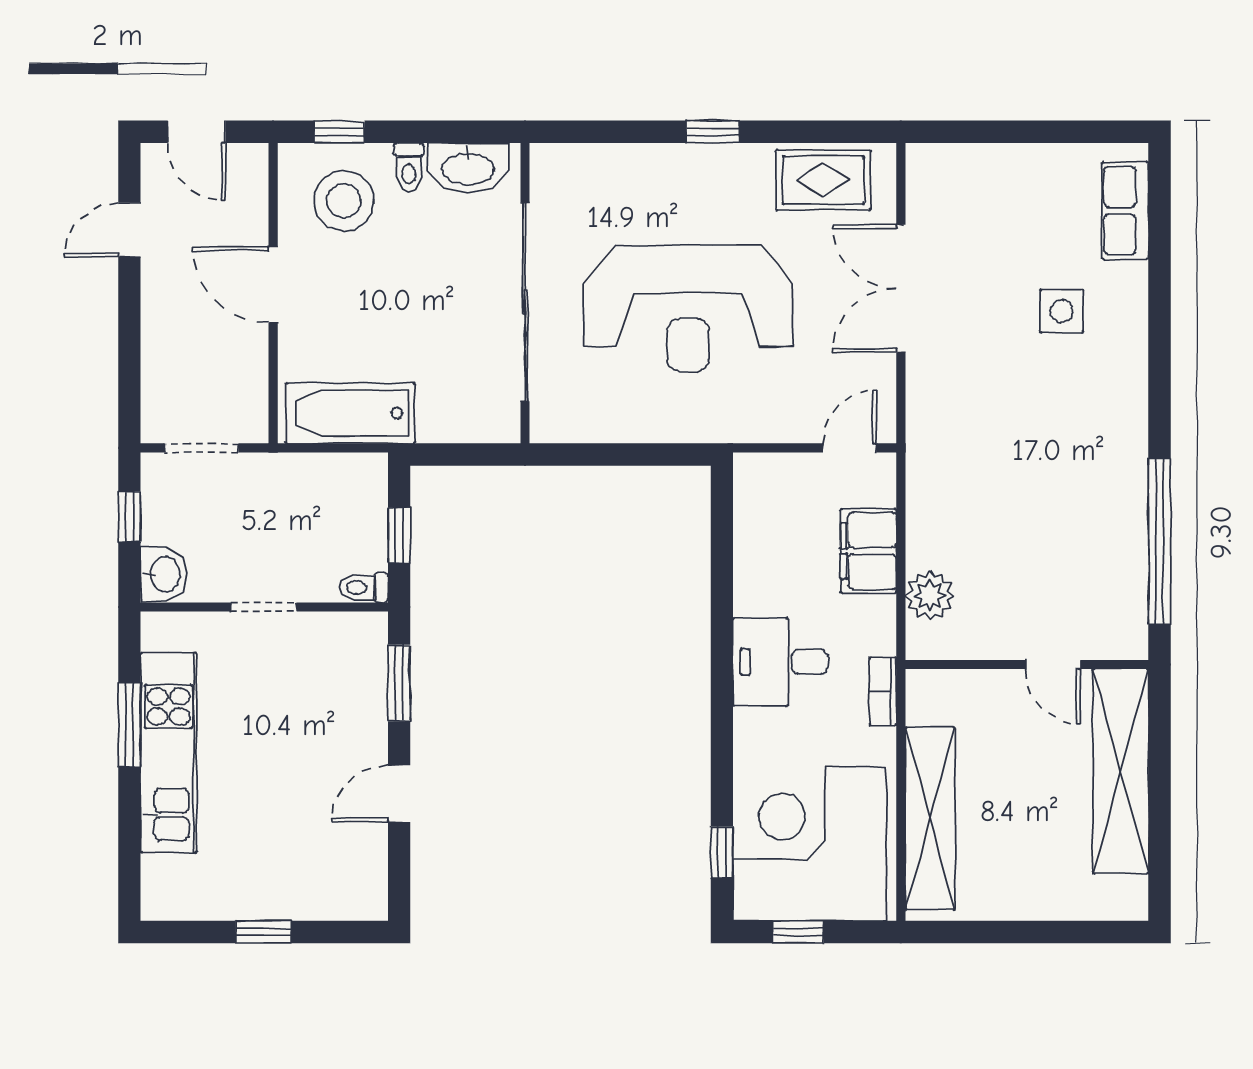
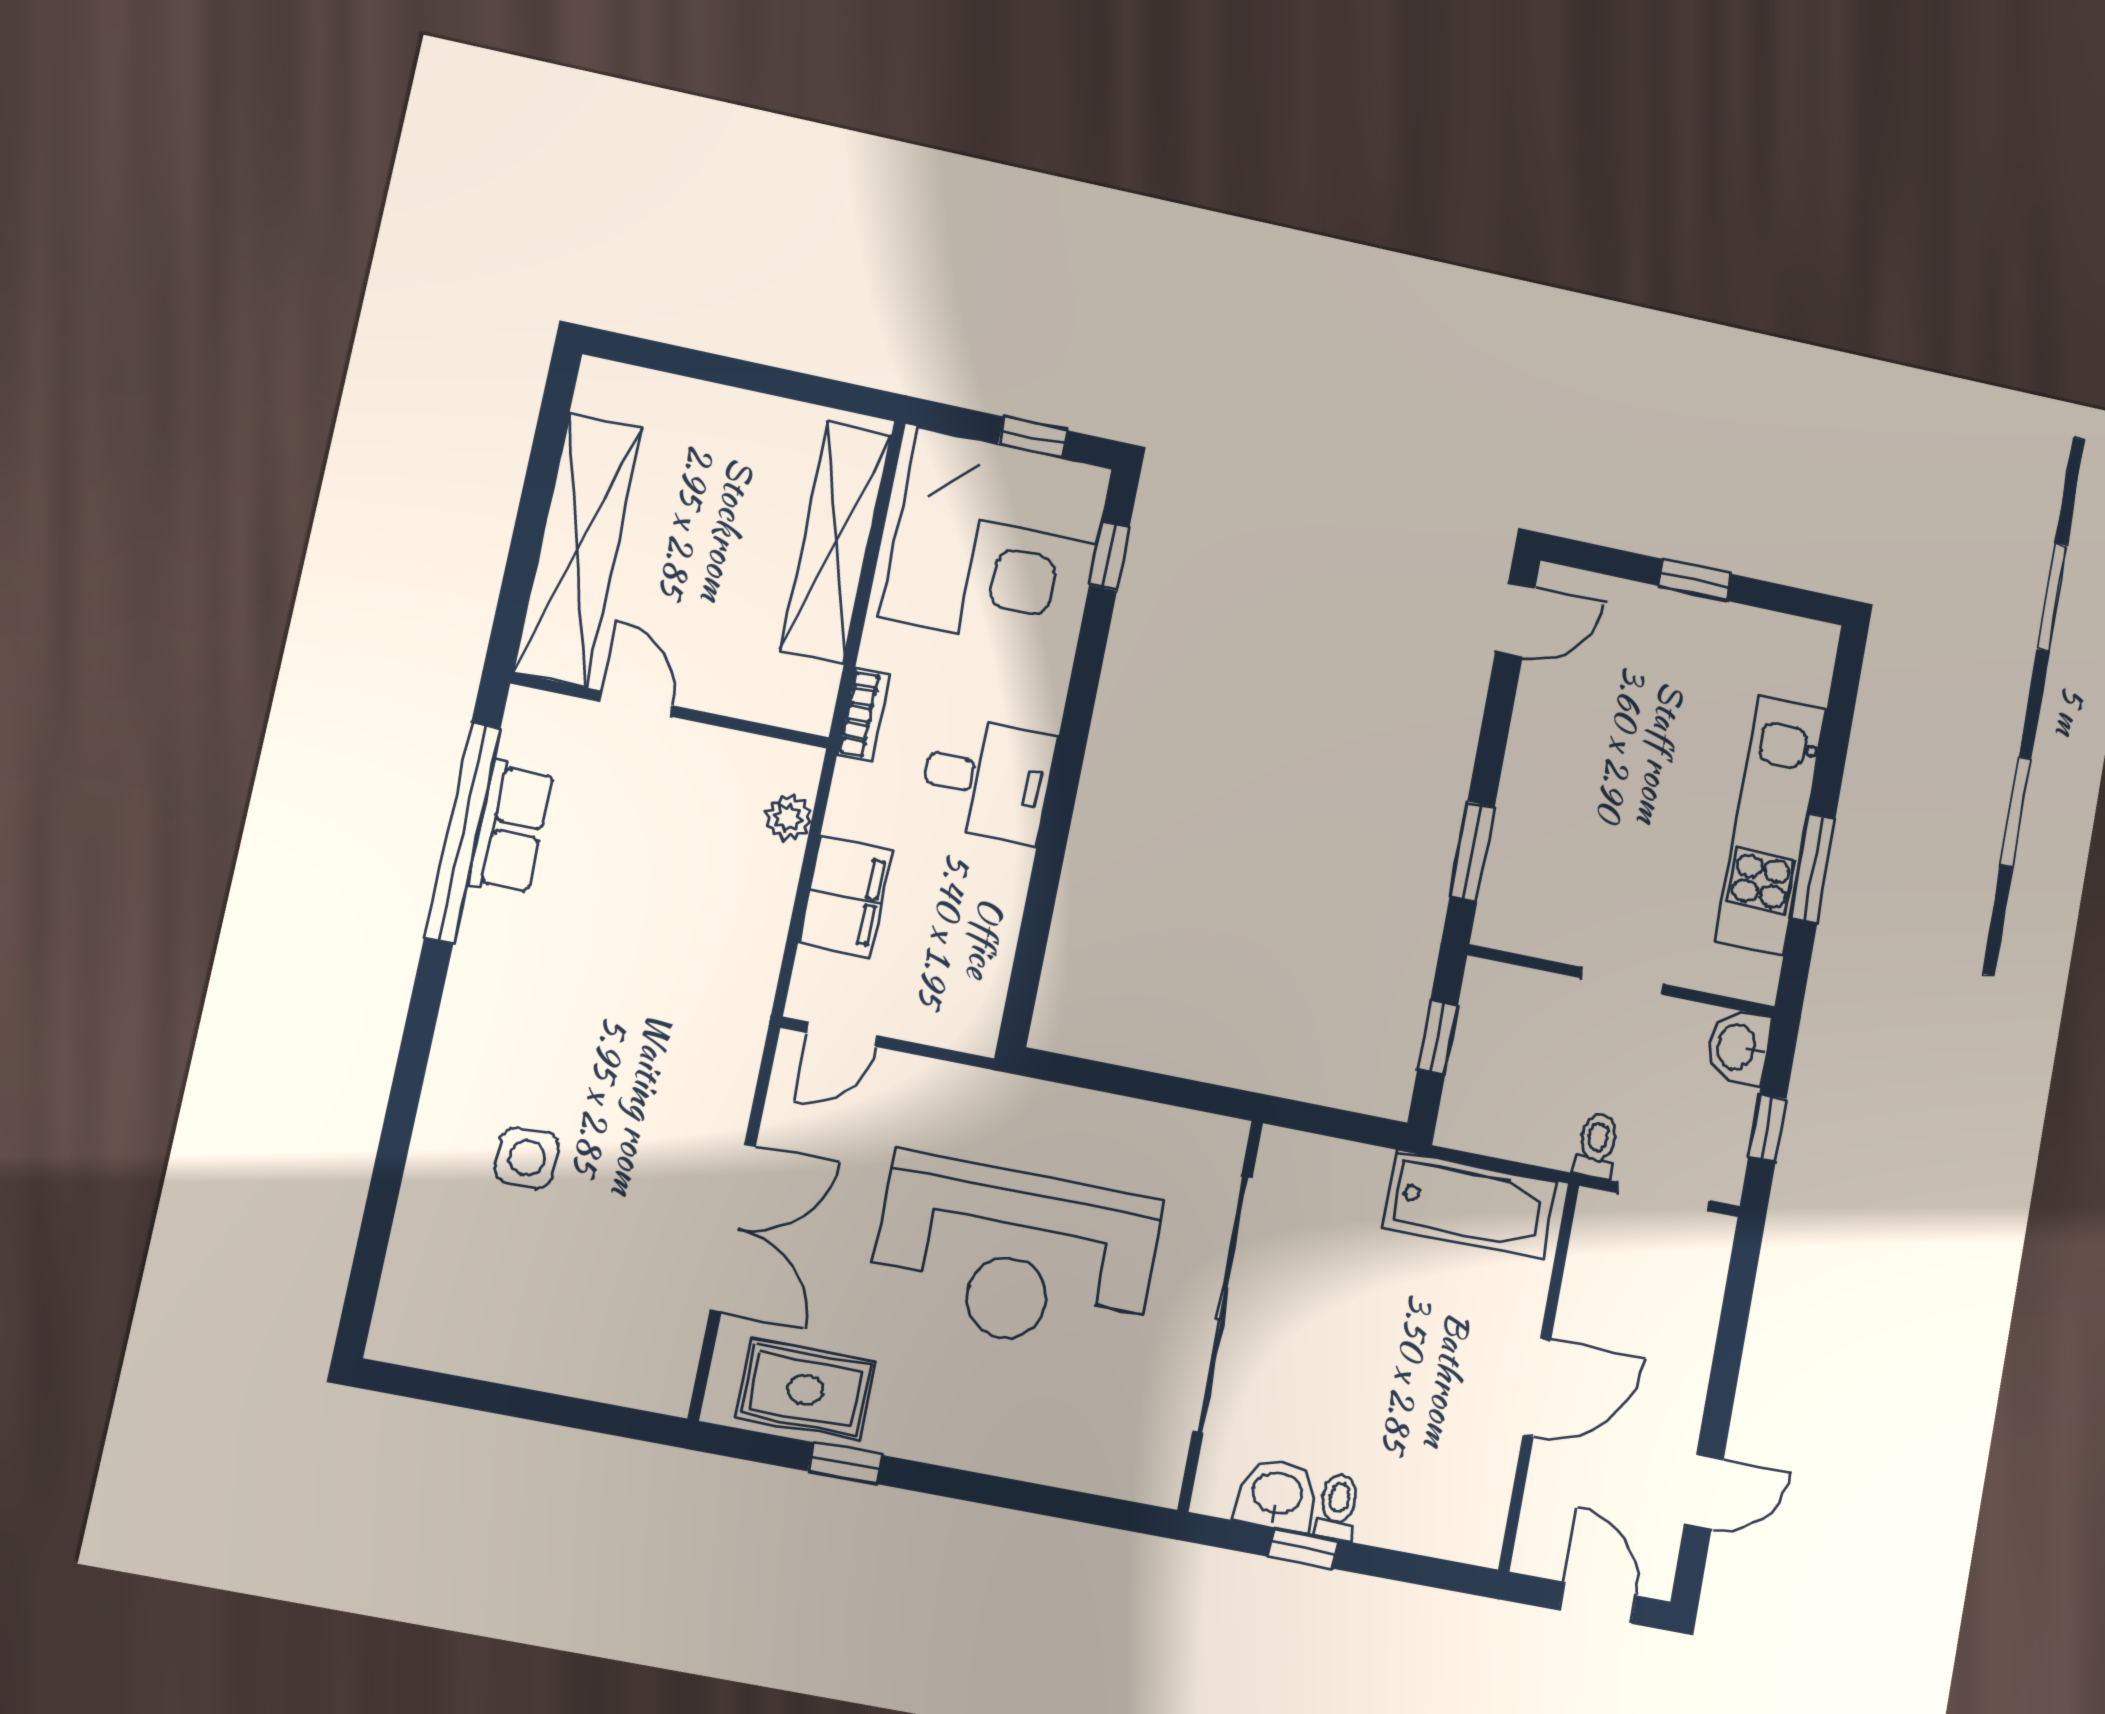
window: (339, 132) -> (1303, 1548), moved
window: (713, 132) -> (845, 1463), moved
washbasin: (468, 168) -> (1277, 1495), width x0.72
stool: (344, 201) -> (1428, 1479), removed
row of seats: (1125, 211) -> (511, 828), moved
door: (273, 285) -> (1537, 1387), hinge flipped
reception desk: (688, 308) -> (1015, 1255), turned 180
toilet: (364, 588) -> (1597, 1146), moved, turned -90
plant: (930, 595) -> (788, 818), width x0.73, depth x0.73
door: (399, 794) -> (1515, 620), moved

